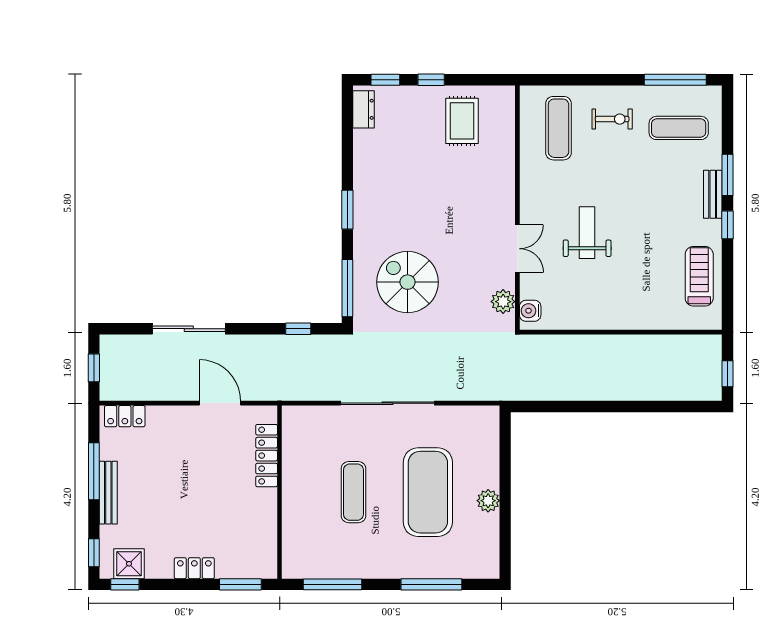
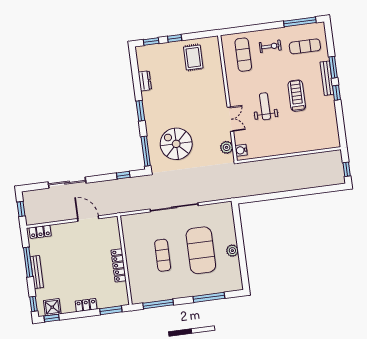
dresser: (363, 109) -> (145, 81), moved
bench: (713, 194) -> (327, 78), width x1.36
treadmill: (699, 276) -> (297, 96), moved
locker: (267, 456) -> (119, 265), moved

